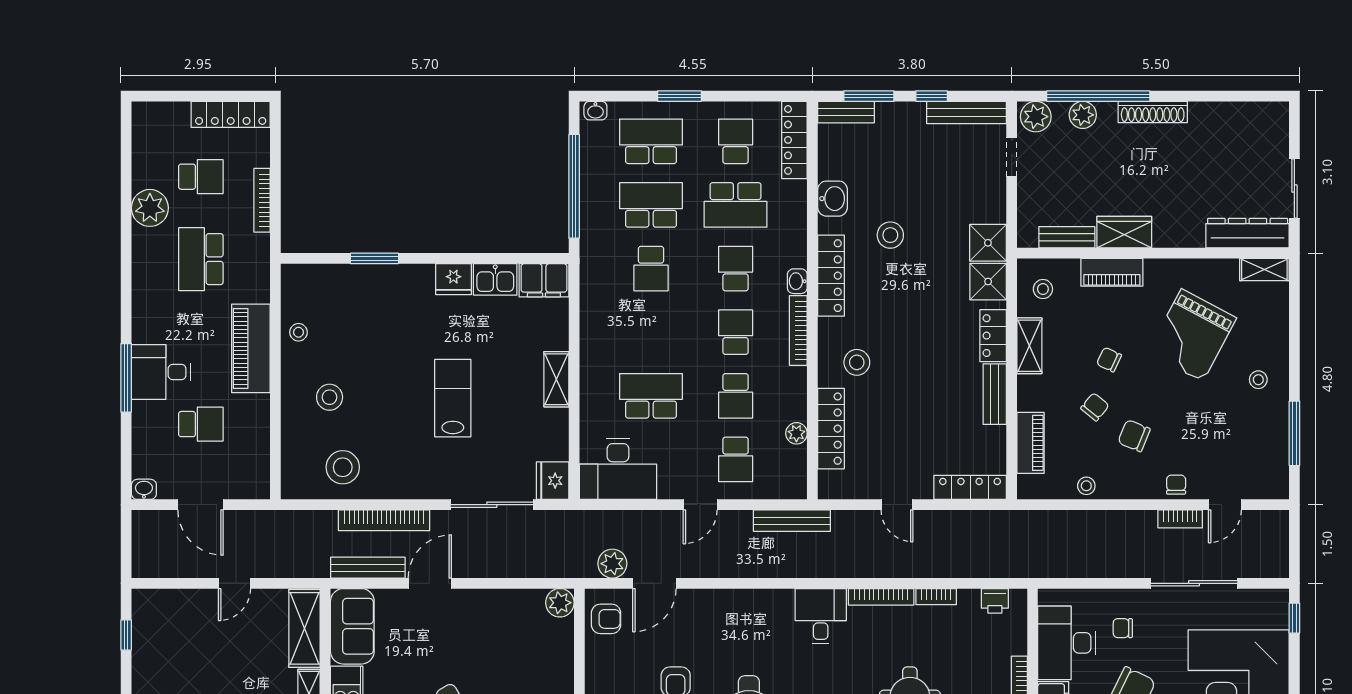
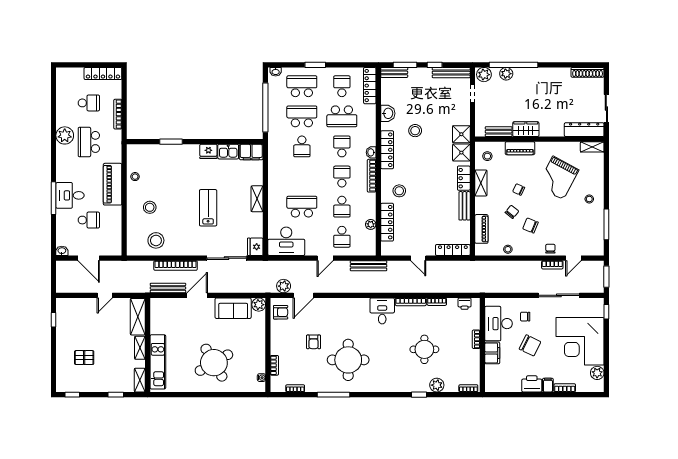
shoe rack: (1153, 112) -> (588, 72), moved
plant: (150, 208) -> (65, 135), moved
window: (1294, 544) -> (606, 277), added
sofa: (352, 626) -> (233, 308), moved, turned 90

